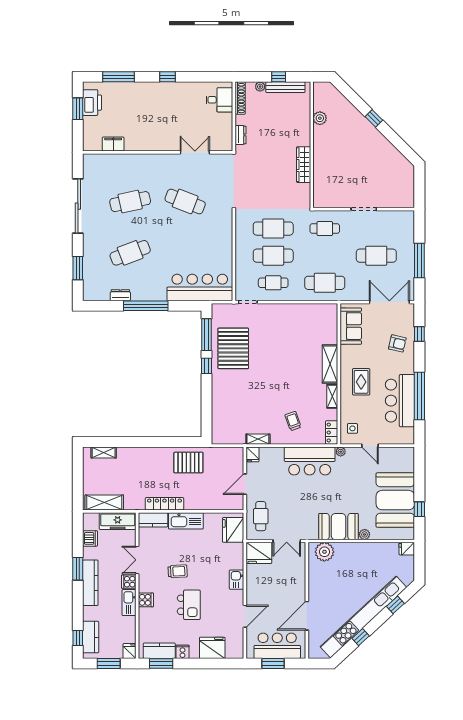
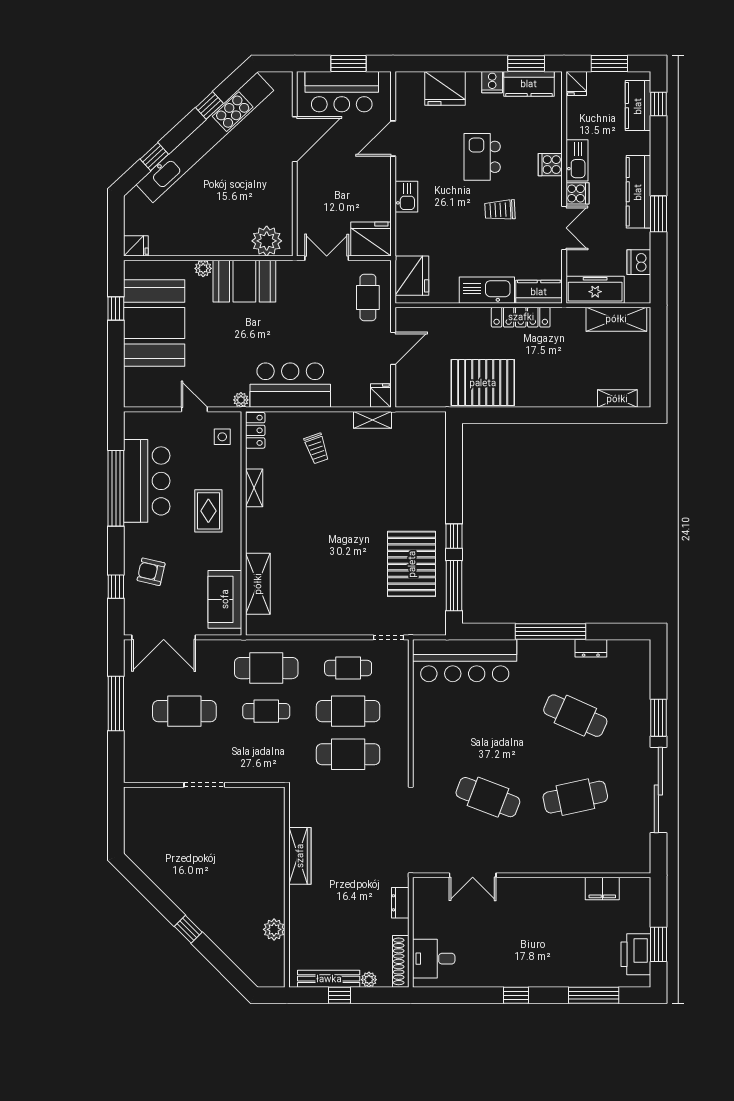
cafe table: (325, 229) -> (266, 711), moved
cafe table: (130, 253) -> (575, 716), turned 45
window: (78, 268) -> (658, 718), moved
shelving: (330, 364) -> (258, 584), moved
pallet: (188, 463) -> (483, 383), width x1.37, depth x1.41

